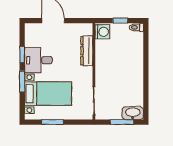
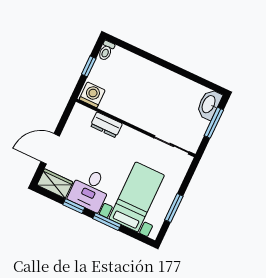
wardrobe: (31, 35) -> (55, 184), added
dresser: (87, 51) -> (106, 125), width x0.70

